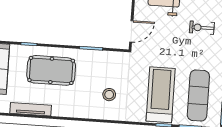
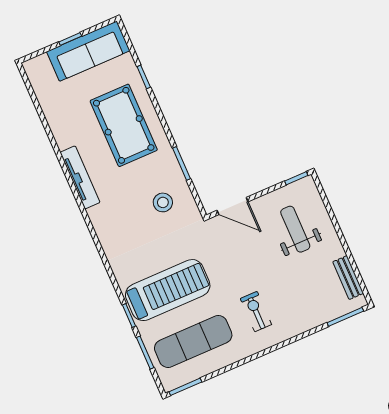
exercise bike: (202, 28) -> (256, 312), moved
stool: (109, 95) -> (163, 202), moved
tv unit: (31, 109) -> (80, 177), moved

